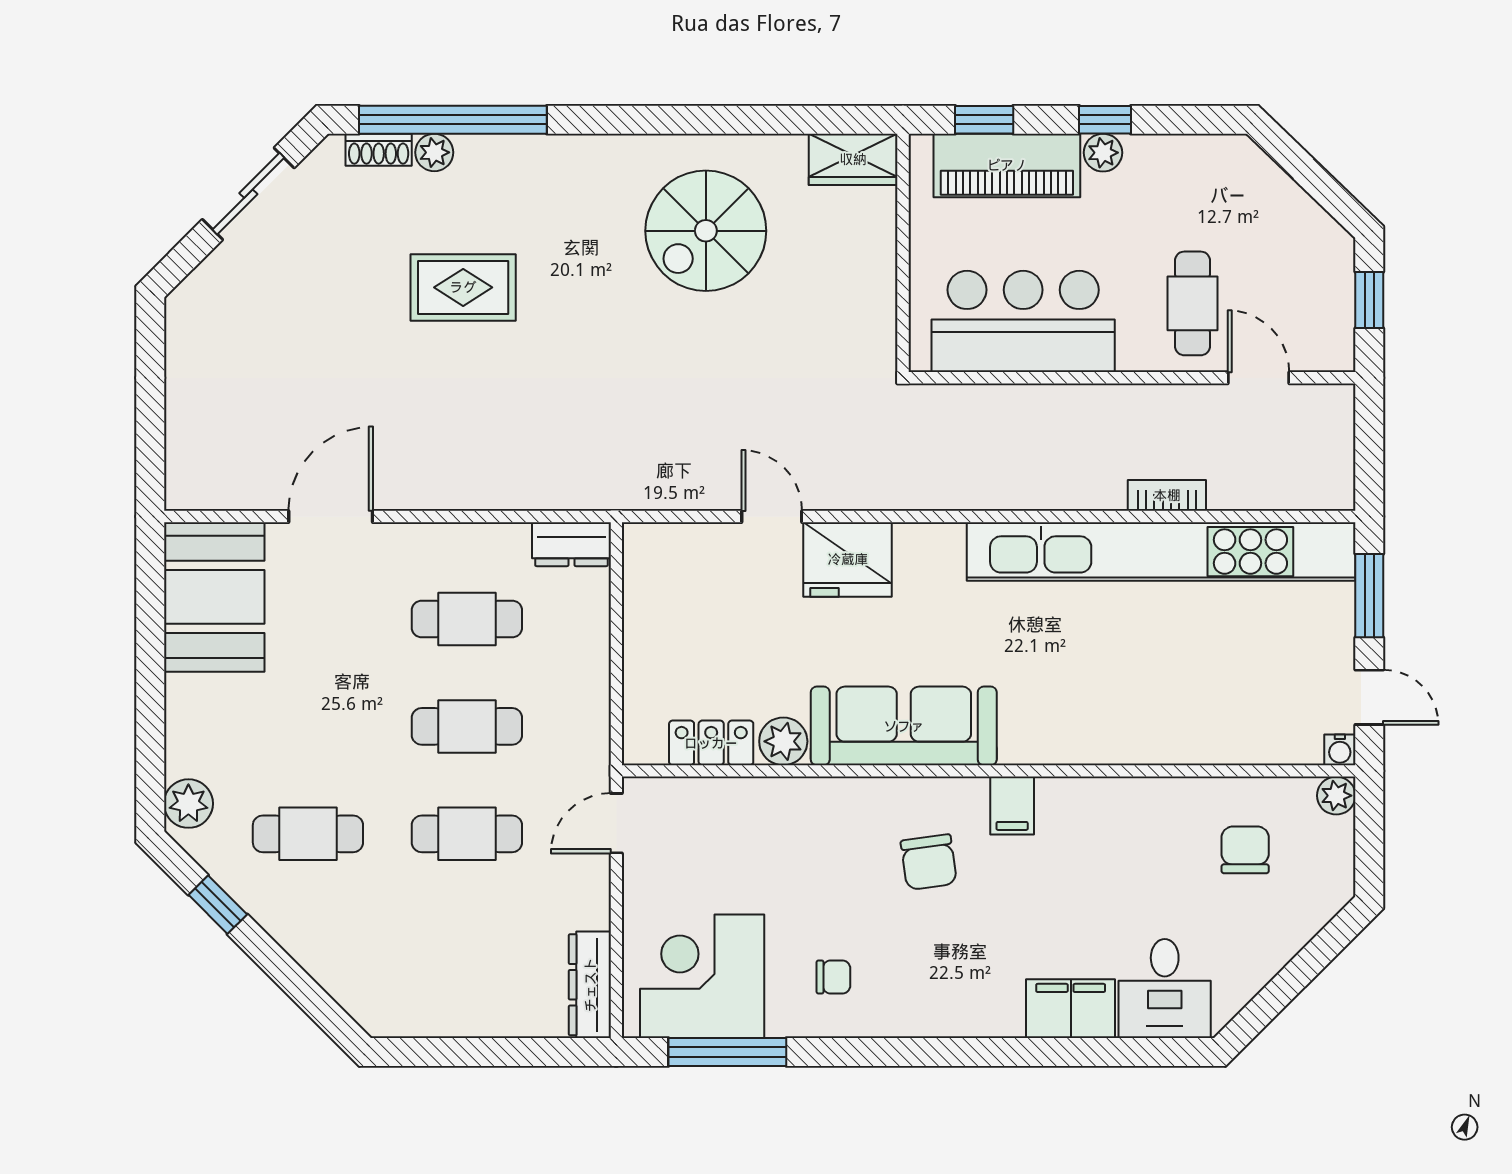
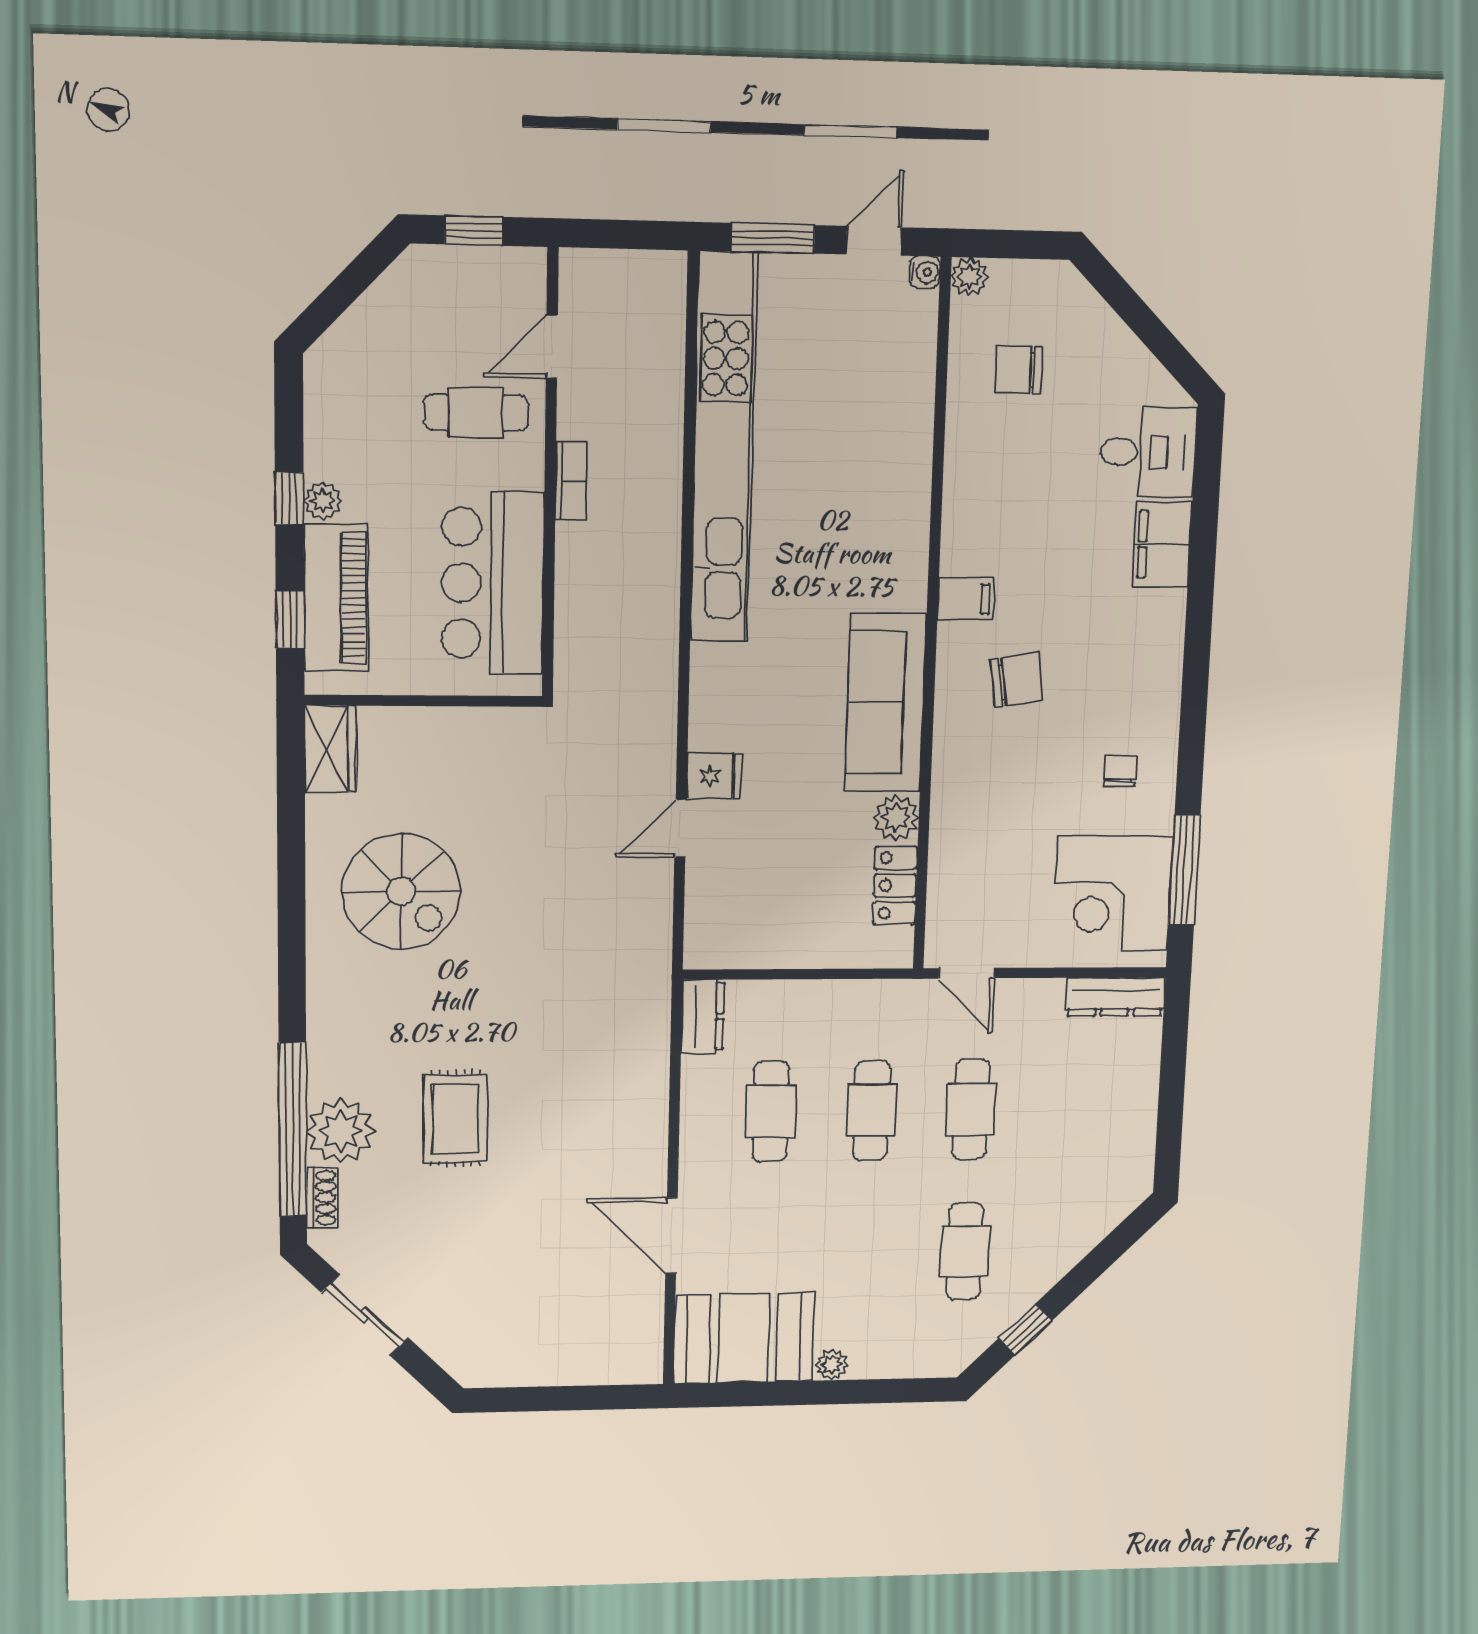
plant: (434, 152) -> (341, 1131), width x1.88, depth x1.88
bookcase: (1167, 495) -> (571, 481), moved, turned 180
fridge: (848, 559) -> (714, 776), width x0.53, depth x0.75
plant: (188, 804) -> (832, 1365), moved, width x0.73, depth x0.73

